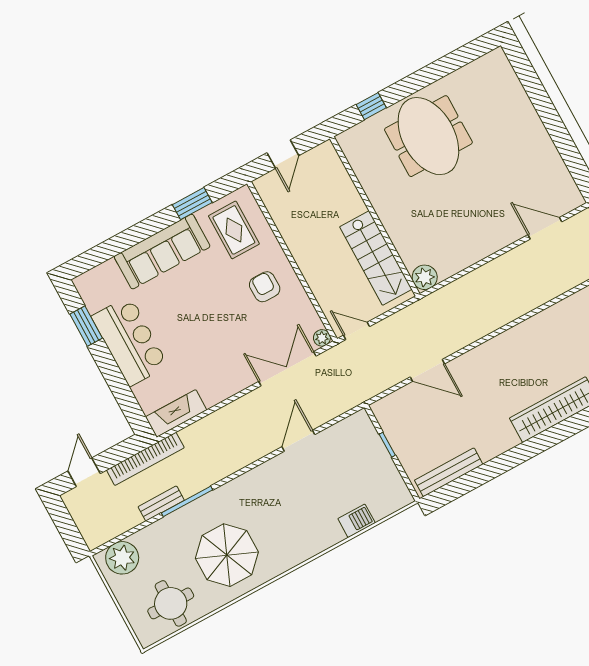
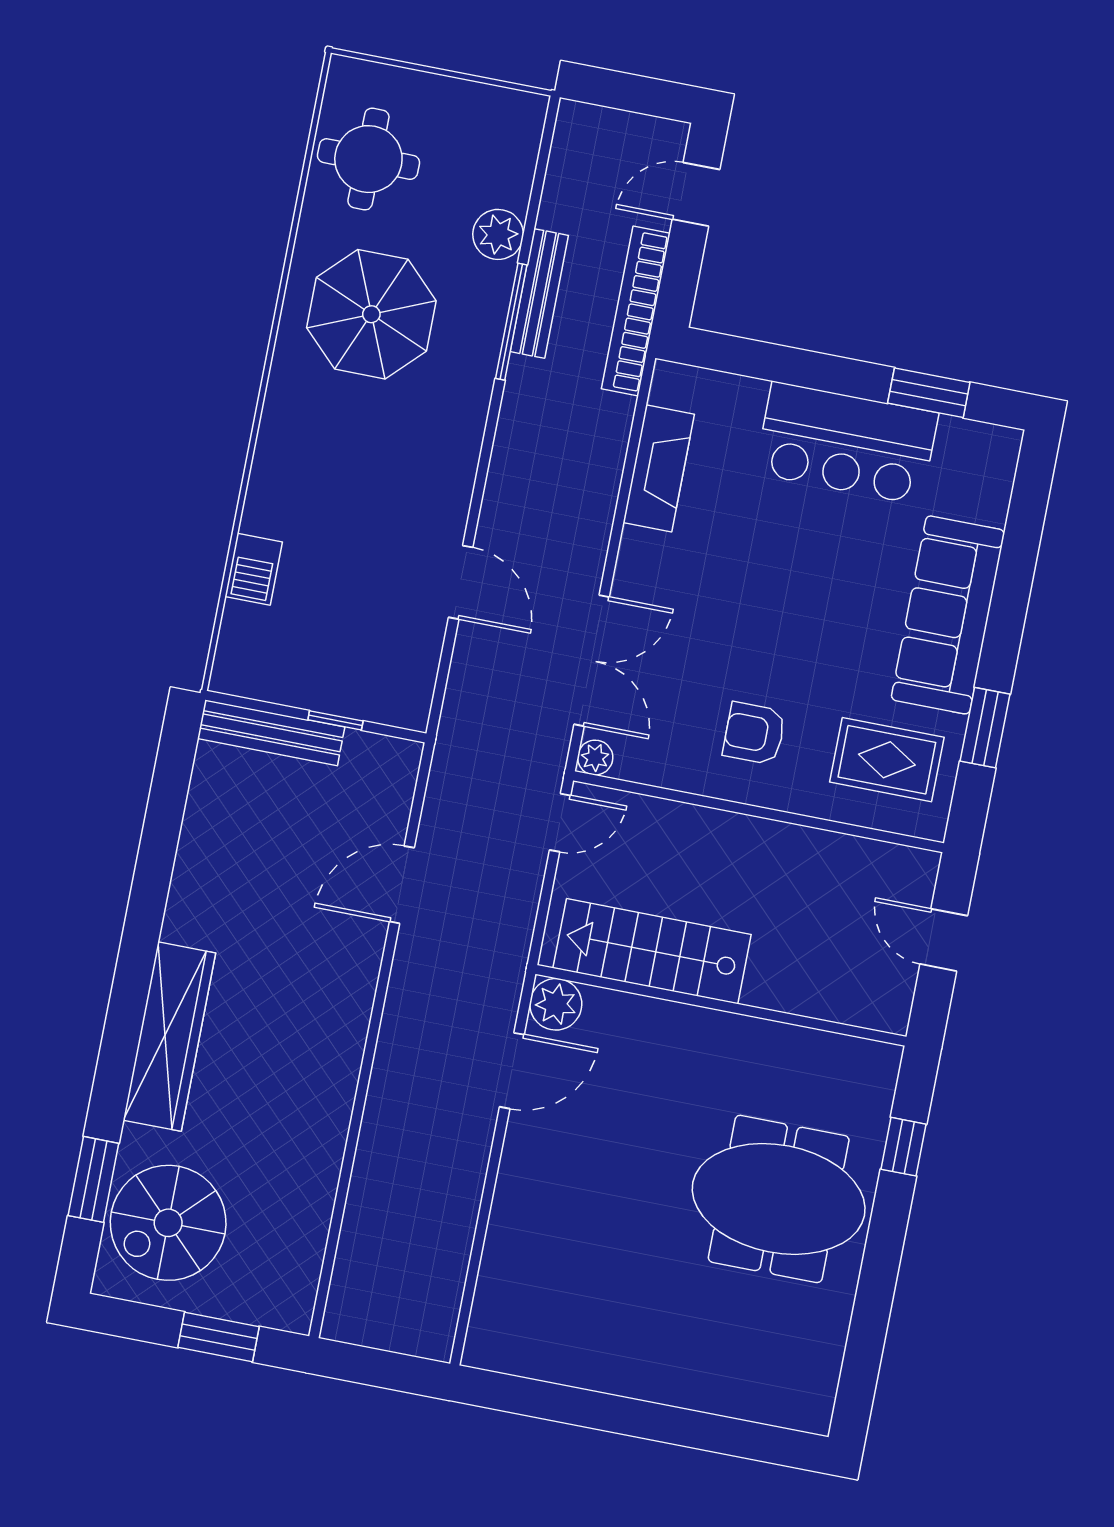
door: (545, 228) -> (512, 1071), moved
armchair: (265, 287) -> (754, 733), turned 180
fireplace: (176, 413) -> (659, 468), moved
door: (84, 472) -> (696, 194), swing flipped
bench: (449, 472) -> (271, 733), moved, turned 90
bench: (161, 503) -> (539, 294), width x1.36
plant: (122, 558) -> (498, 234), moved, width x0.73, depth x0.73

